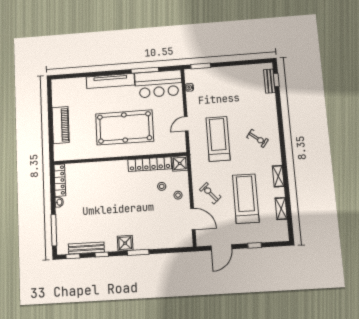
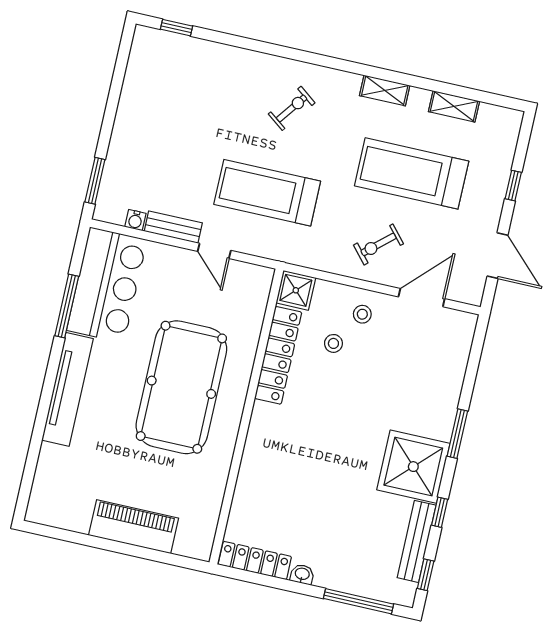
bench: (269, 81) -> (173, 227), moved
shower: (125, 243) -> (413, 467), width x1.86, depth x1.86

